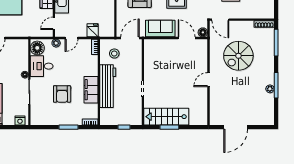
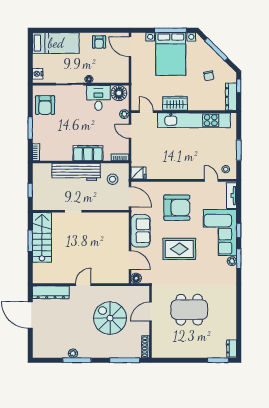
door: (220, 20) -> (151, 312), moved
fridge: (93, 30) -> (138, 173), moved
door: (187, 38) -> (130, 260), hinge flipped
door: (208, 80) -> (83, 285), hinge flipped
filing cabinet: (91, 90) -> (88, 153), moved
armchair: (62, 94) -> (45, 105), moved, turned -90
dresser: (215, 109) -> (51, 292), added

